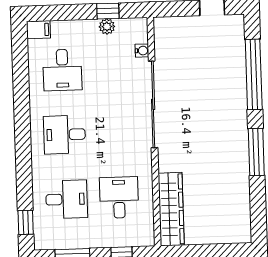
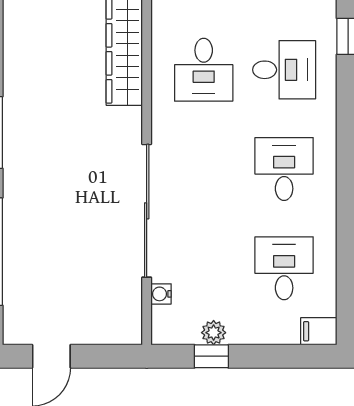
desk: (64, 135) -> (284, 169), turned -90
desk: (67, 199) -> (284, 70), turned 180

